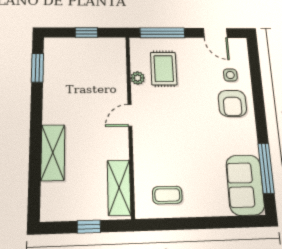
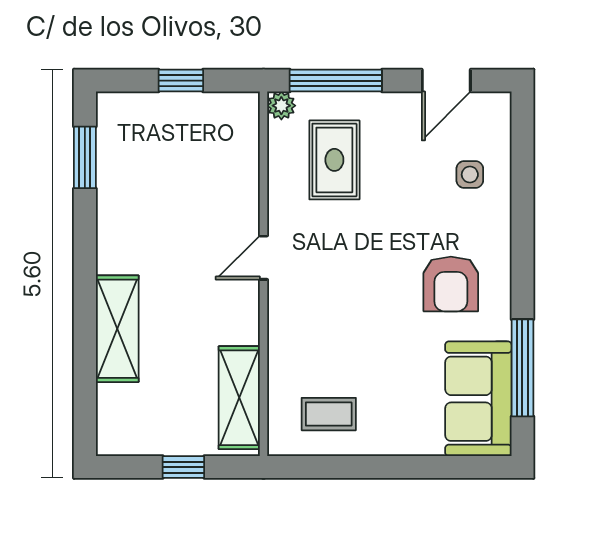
door: (215, 33) -> (446, 81), hinge flipped
plant: (138, 78) -> (281, 106), moved
armchair: (232, 103) -> (451, 284), moved

